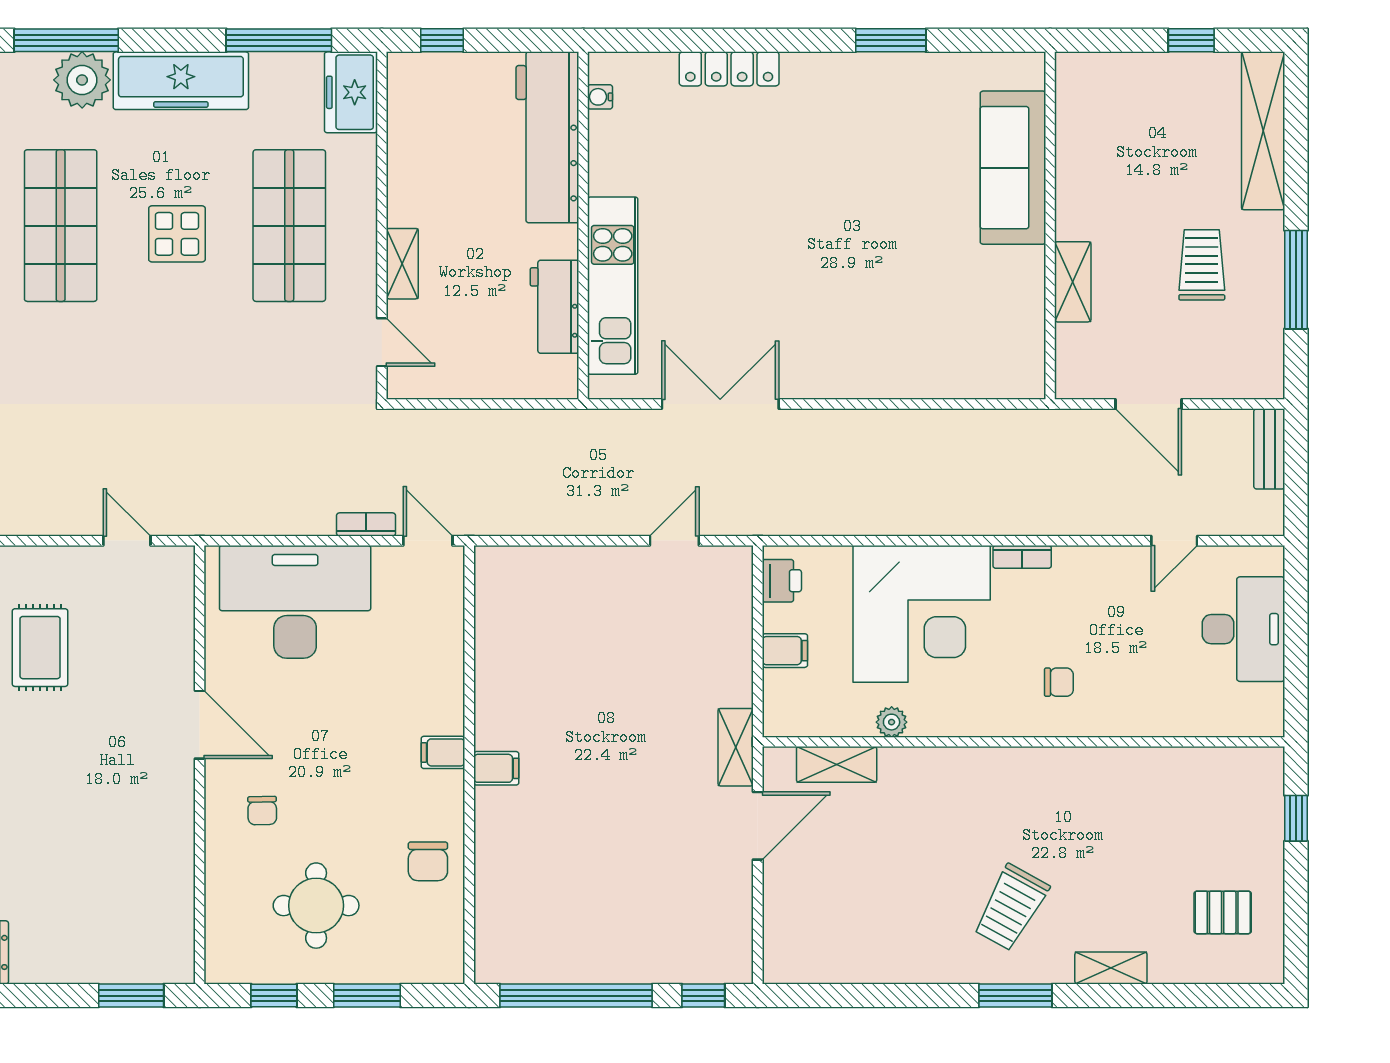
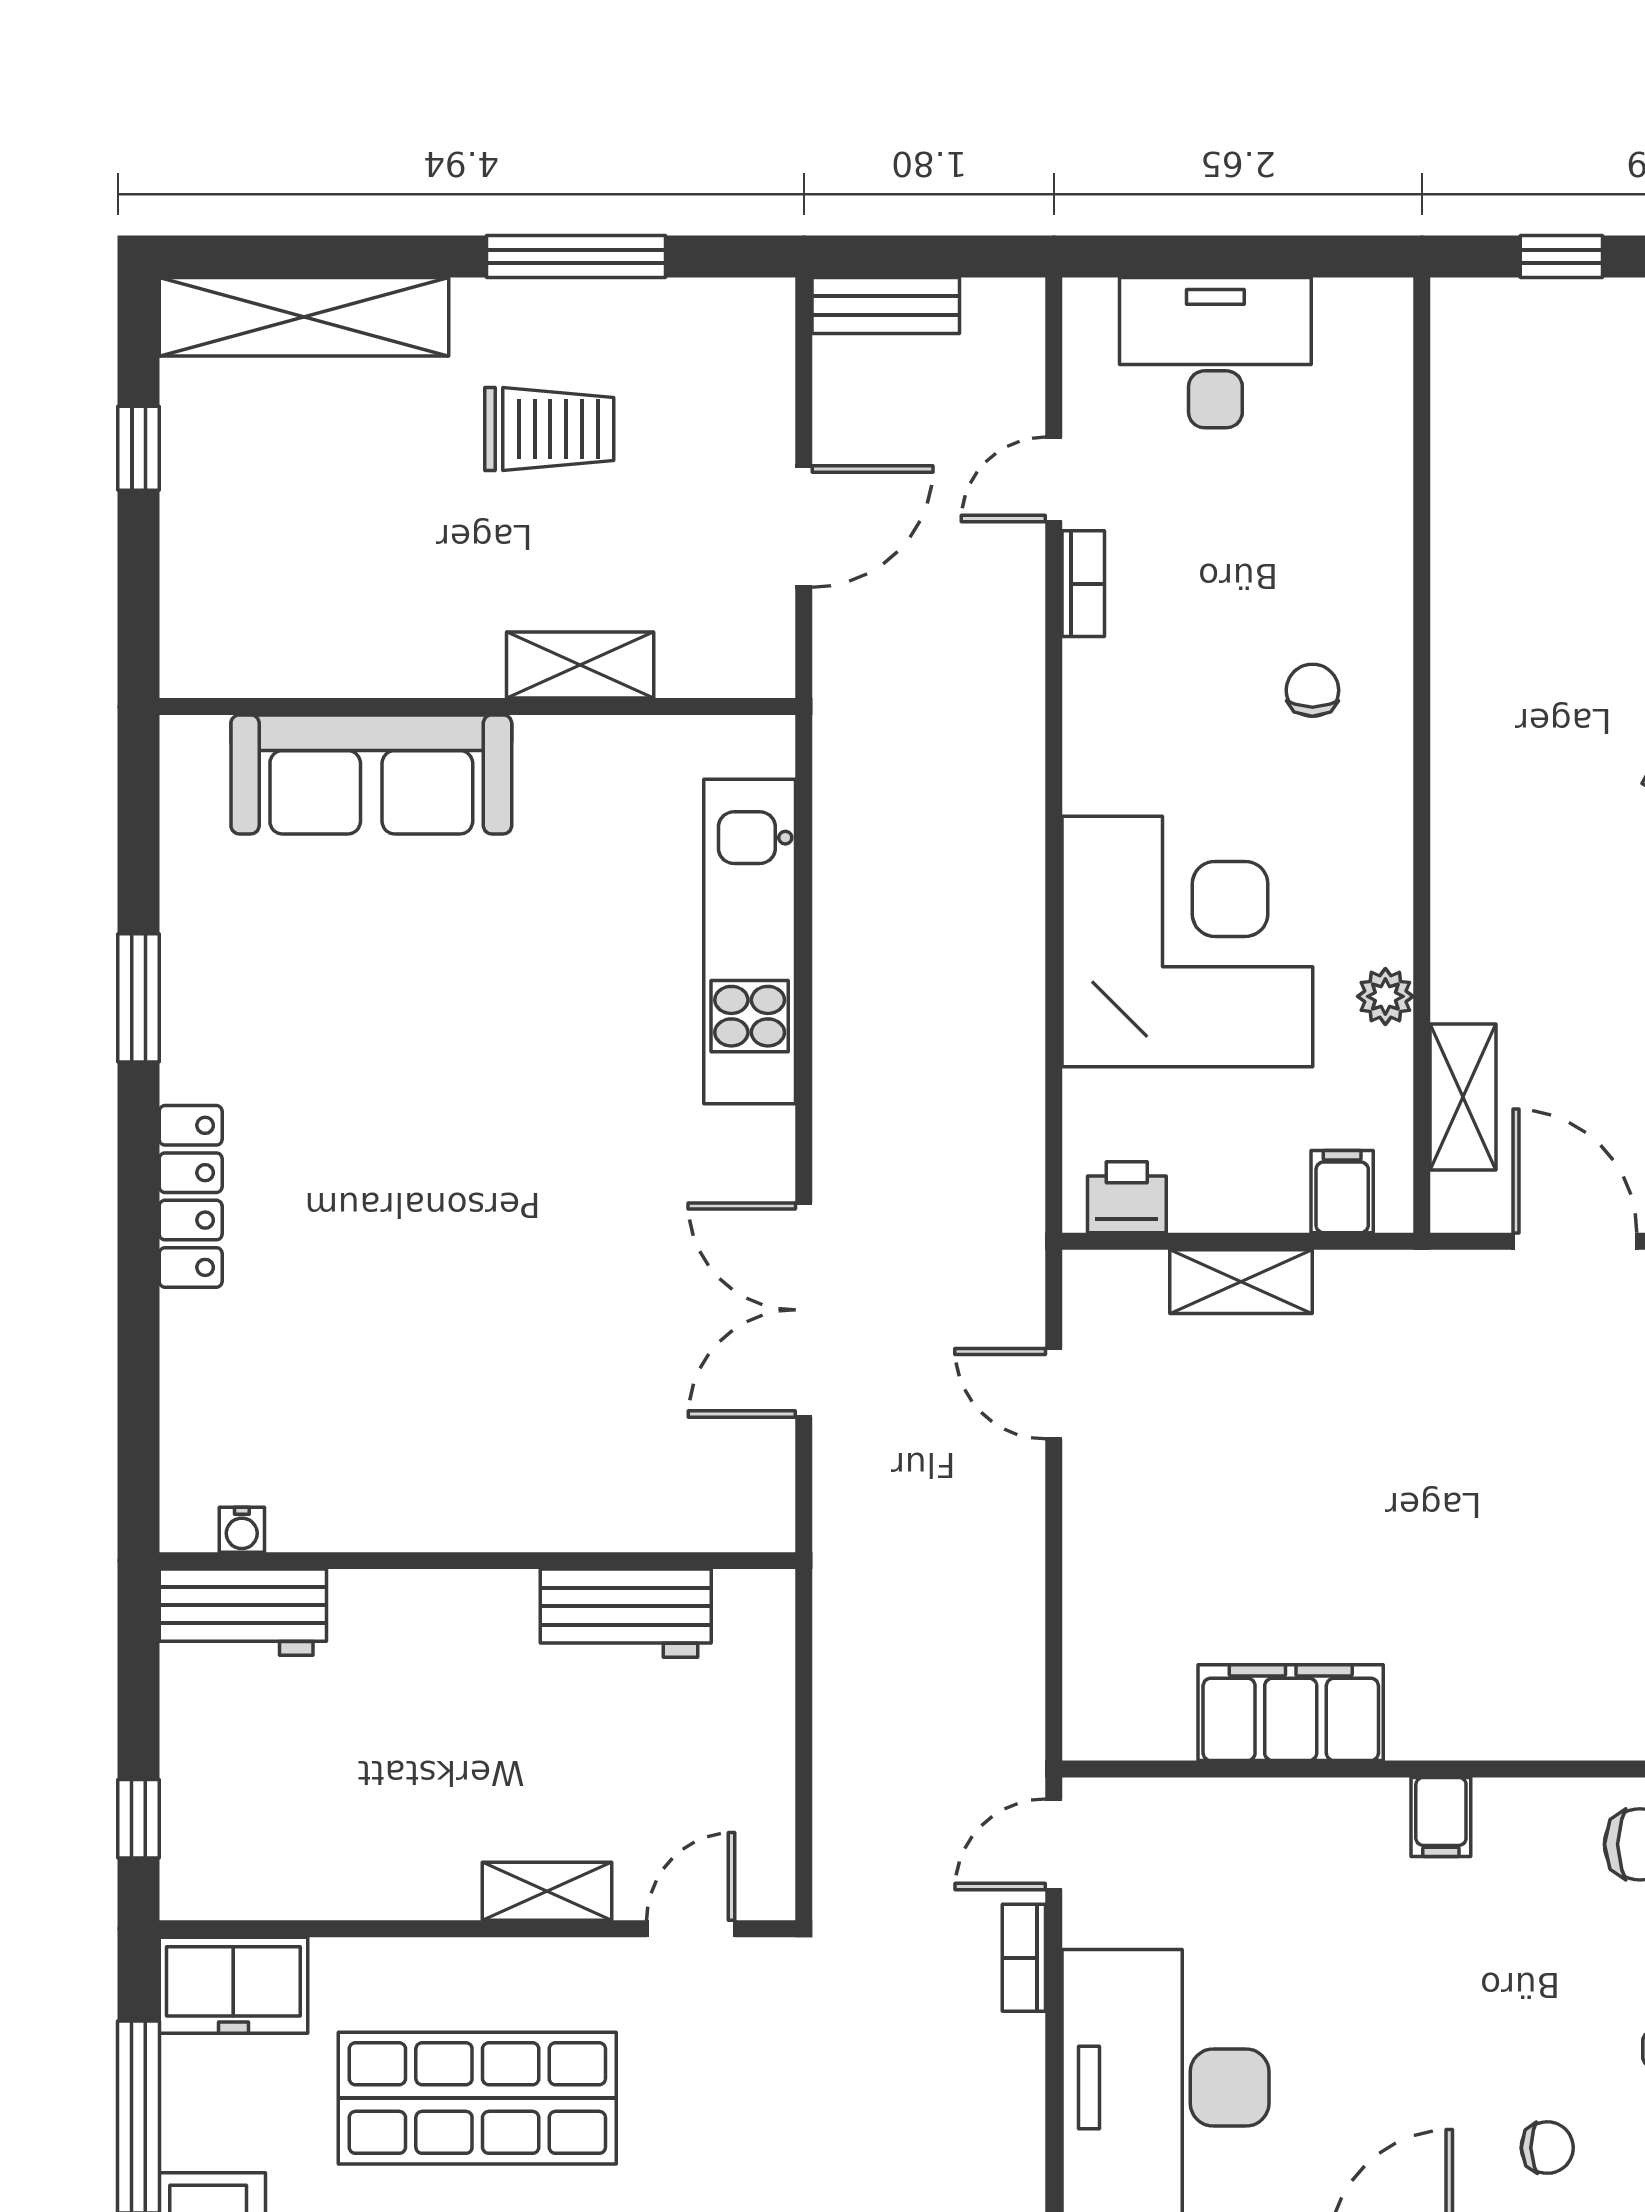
locker: (729, 69) -> (191, 1196), moved
workbench: (547, 137) -> (243, 1612), width x0.53, depth x0.76
trolley: (1202, 265) -> (549, 429), turned 180
kitchen unit: (613, 286) -> (750, 942), moved, turned -90
door: (1174, 541) -> (1054, 479), swing flipped
bookcase: (1022, 557) -> (1083, 584), moved
filing cabinet: (785, 651) -> (1342, 1192), moved
shelving: (736, 747) -> (1241, 1282), moved
filing cabinet: (496, 768) -> (1291, 1713), moved, width x3.00, depth x1.17

